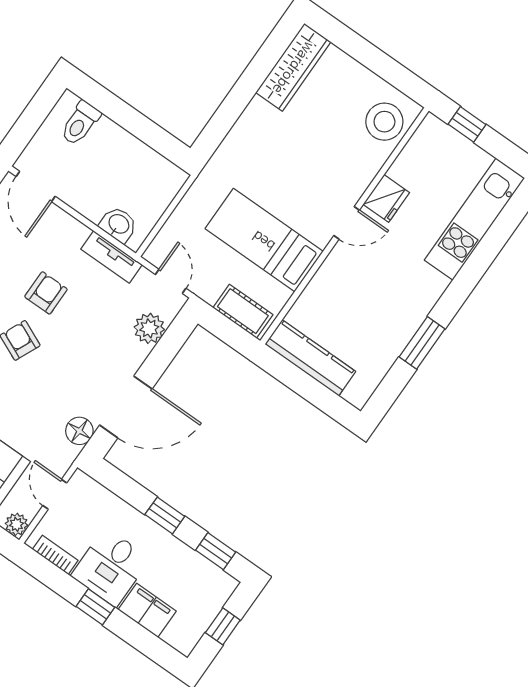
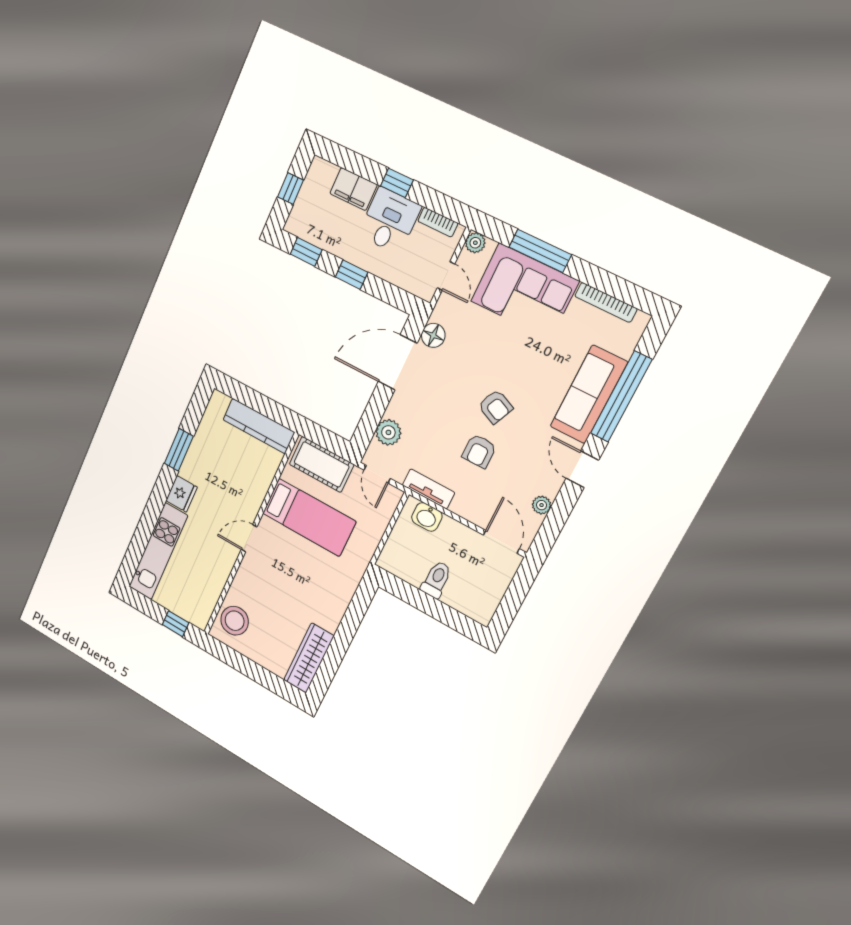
toilet: (80, 123) -> (436, 580), moved
fridge: (386, 198) -> (182, 494), moved, turned 180
cot: (243, 311) -> (321, 464), width x1.37, depth x1.34

